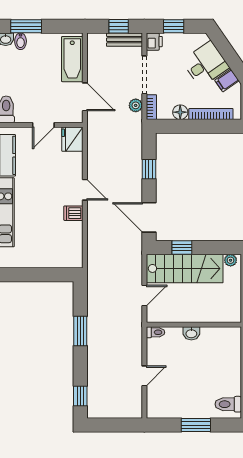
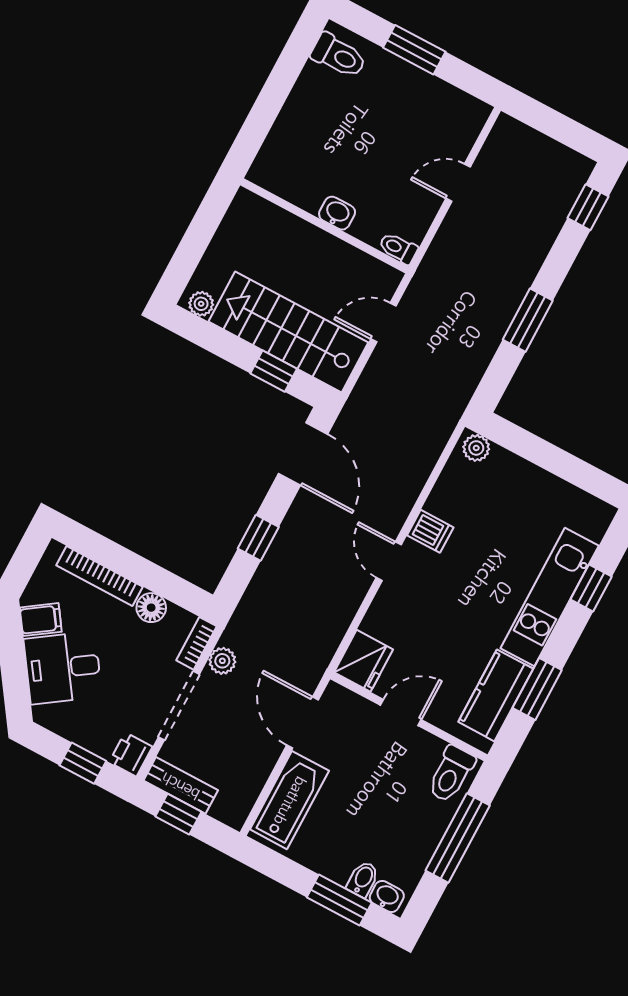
plant: (73, 261) -> (476, 448), added

